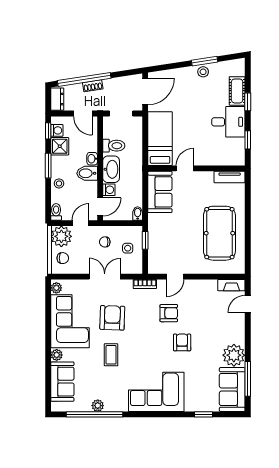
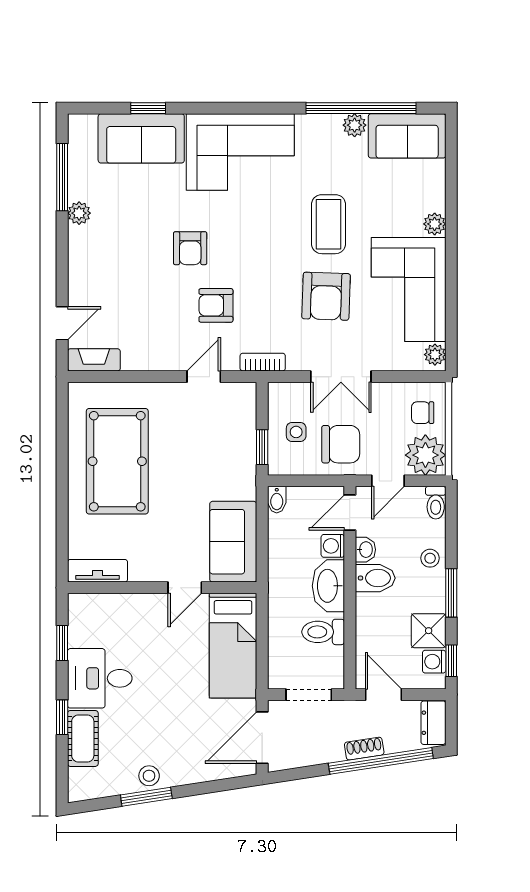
washbasin: (92, 159) -> (365, 550), moved
chair: (105, 242) -> (341, 444), width x1.87, depth x1.87
coffee table: (111, 355) -> (329, 224), width x1.36, depth x1.30
plant: (234, 355) -> (79, 213), width x0.53, depth x0.53
sofa: (62, 382) -> (407, 136), moved, turned -90
sofa: (232, 390) -> (141, 138), moved, turned 90

